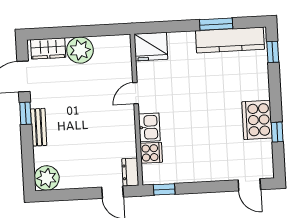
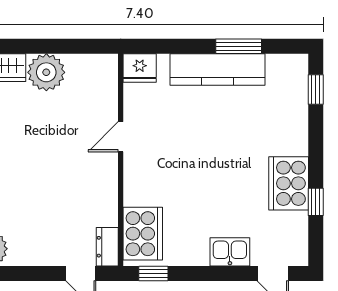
kitchen counter: (230, 40) -> (218, 70), moved
fridge: (151, 47) -> (140, 68), width x0.73, depth x0.75
kitchen sink: (149, 127) -> (230, 252), moved, turned -90
cooker: (151, 153) -> (143, 234), width x1.87, depth x1.31

